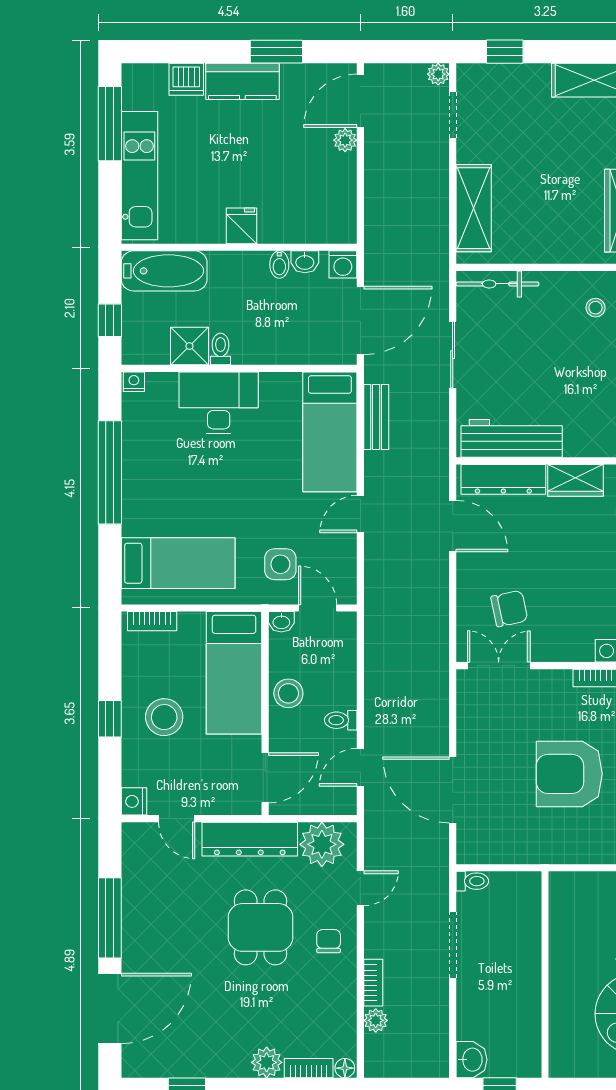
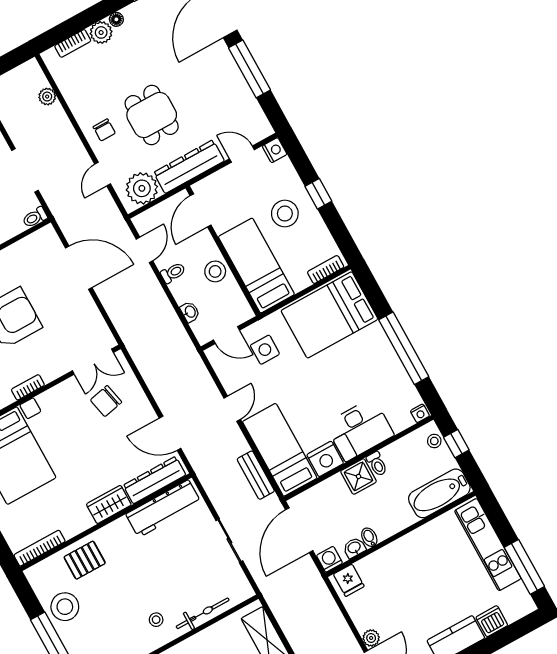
fridge: (242, 226) -> (349, 580), moved
bicycle: (497, 284) -> (203, 613), moved
stool: (135, 338) -> (434, 441), added
shower: (189, 346) -> (359, 476), moved
nightstand: (280, 390) -> (325, 459), added
bed: (178, 563) -> (329, 315), width x1.50
washbasin: (281, 622) -> (190, 312), moved, turned 90
bookcase: (373, 983) -> (62, 119), removed
floor lamp: (345, 1068) -> (116, 19), moved

